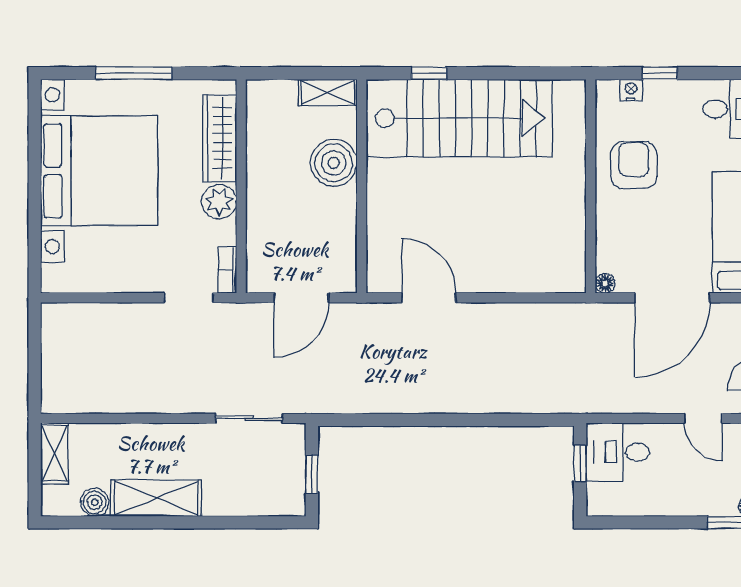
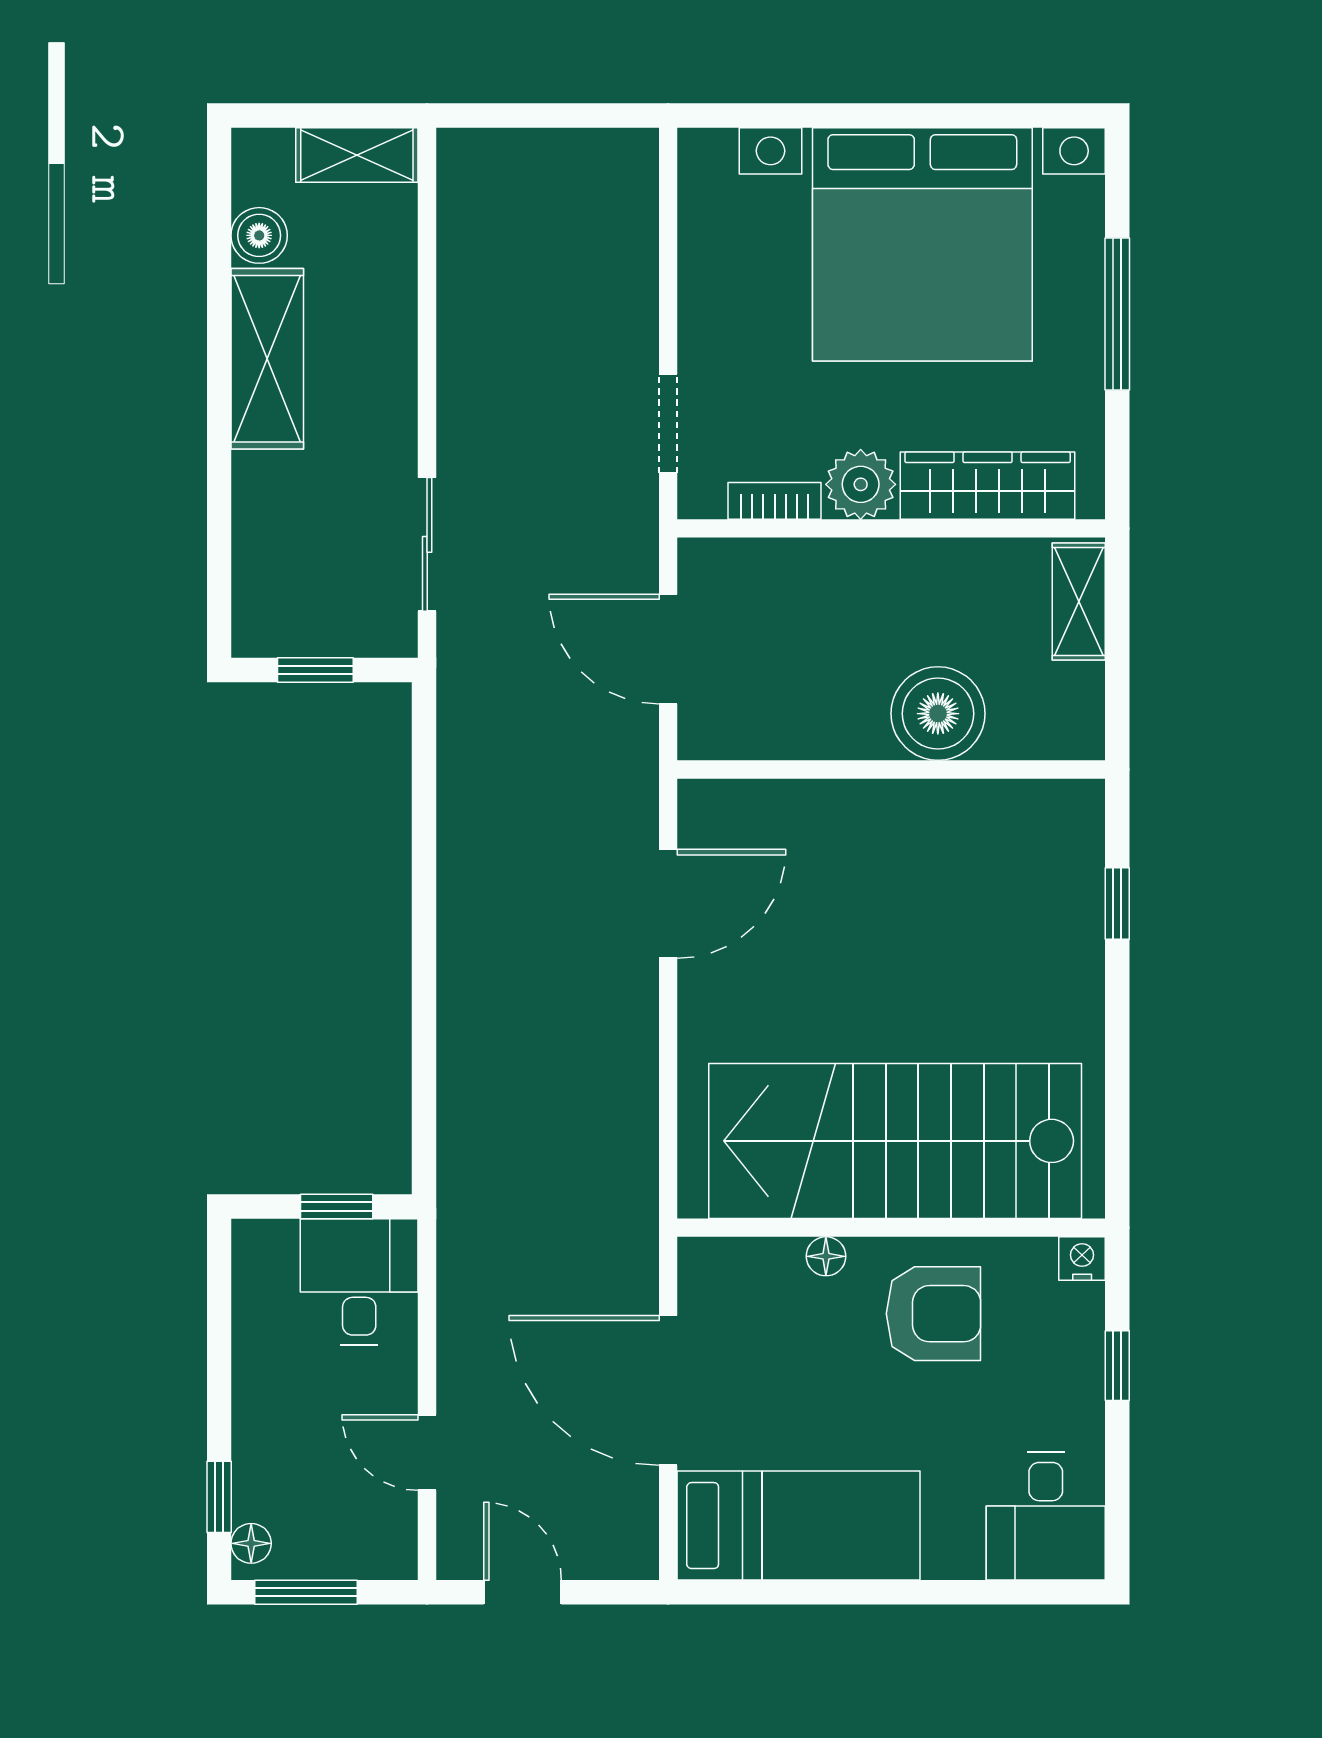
nightstand: (631, 90) -> (1082, 1258), moved, turned -90
shelving: (328, 92) -> (1079, 601), moved
stairs: (459, 118) -> (895, 1141), moved, turned 90
bookcase: (227, 270) -> (775, 501), moved
floor lamp: (605, 283) -> (826, 1256), moved
door: (703, 418) -> (427, 1453), hinge flipped

